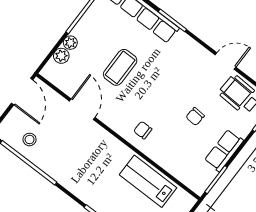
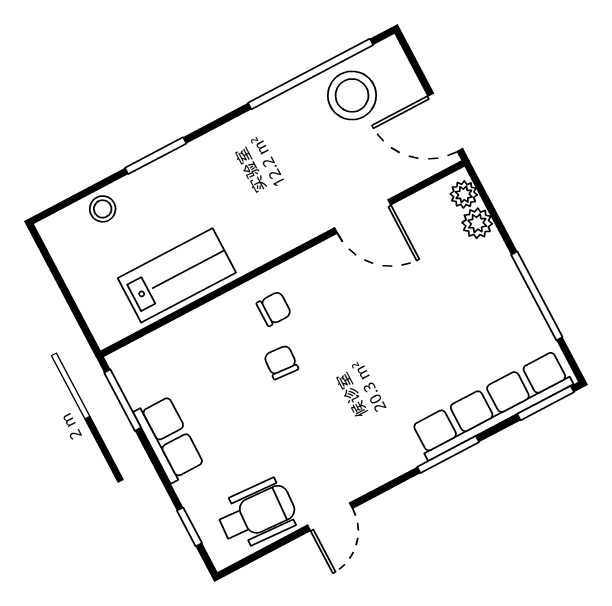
plant: (70, 43) -> (464, 194), moved
coffee table: (120, 67) -> (407, 320), removed
chair: (195, 116) -> (281, 362), moved
stool: (30, 139) -> (352, 95), width x1.89, depth x1.89

